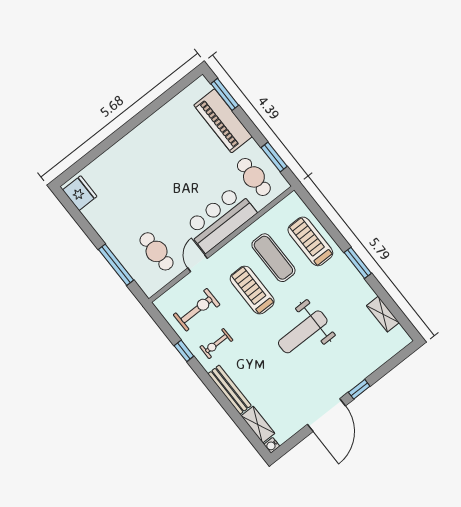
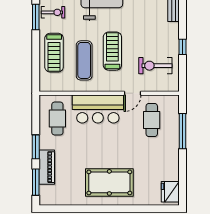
piano: (223, 121) -> (47, 167), width x0.73, depth x0.75
pool table: (149, 154) -> (109, 182), added
window: (274, 157) -> (36, 147), moved
treadmill: (252, 290) -> (112, 51), turned 180
exercise bike: (216, 344) -> (53, 12), moved

